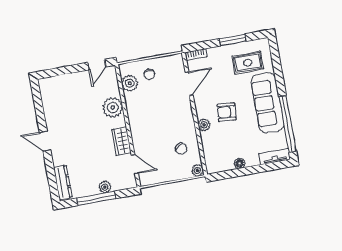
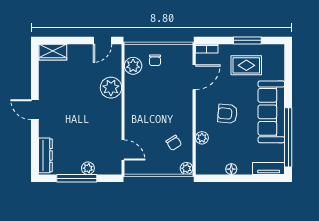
rug: (248, 63) -> (246, 65), moved
plant: (204, 125) -> (202, 138), moved
wardrobe: (121, 141) -> (53, 52), moved, turned -90

